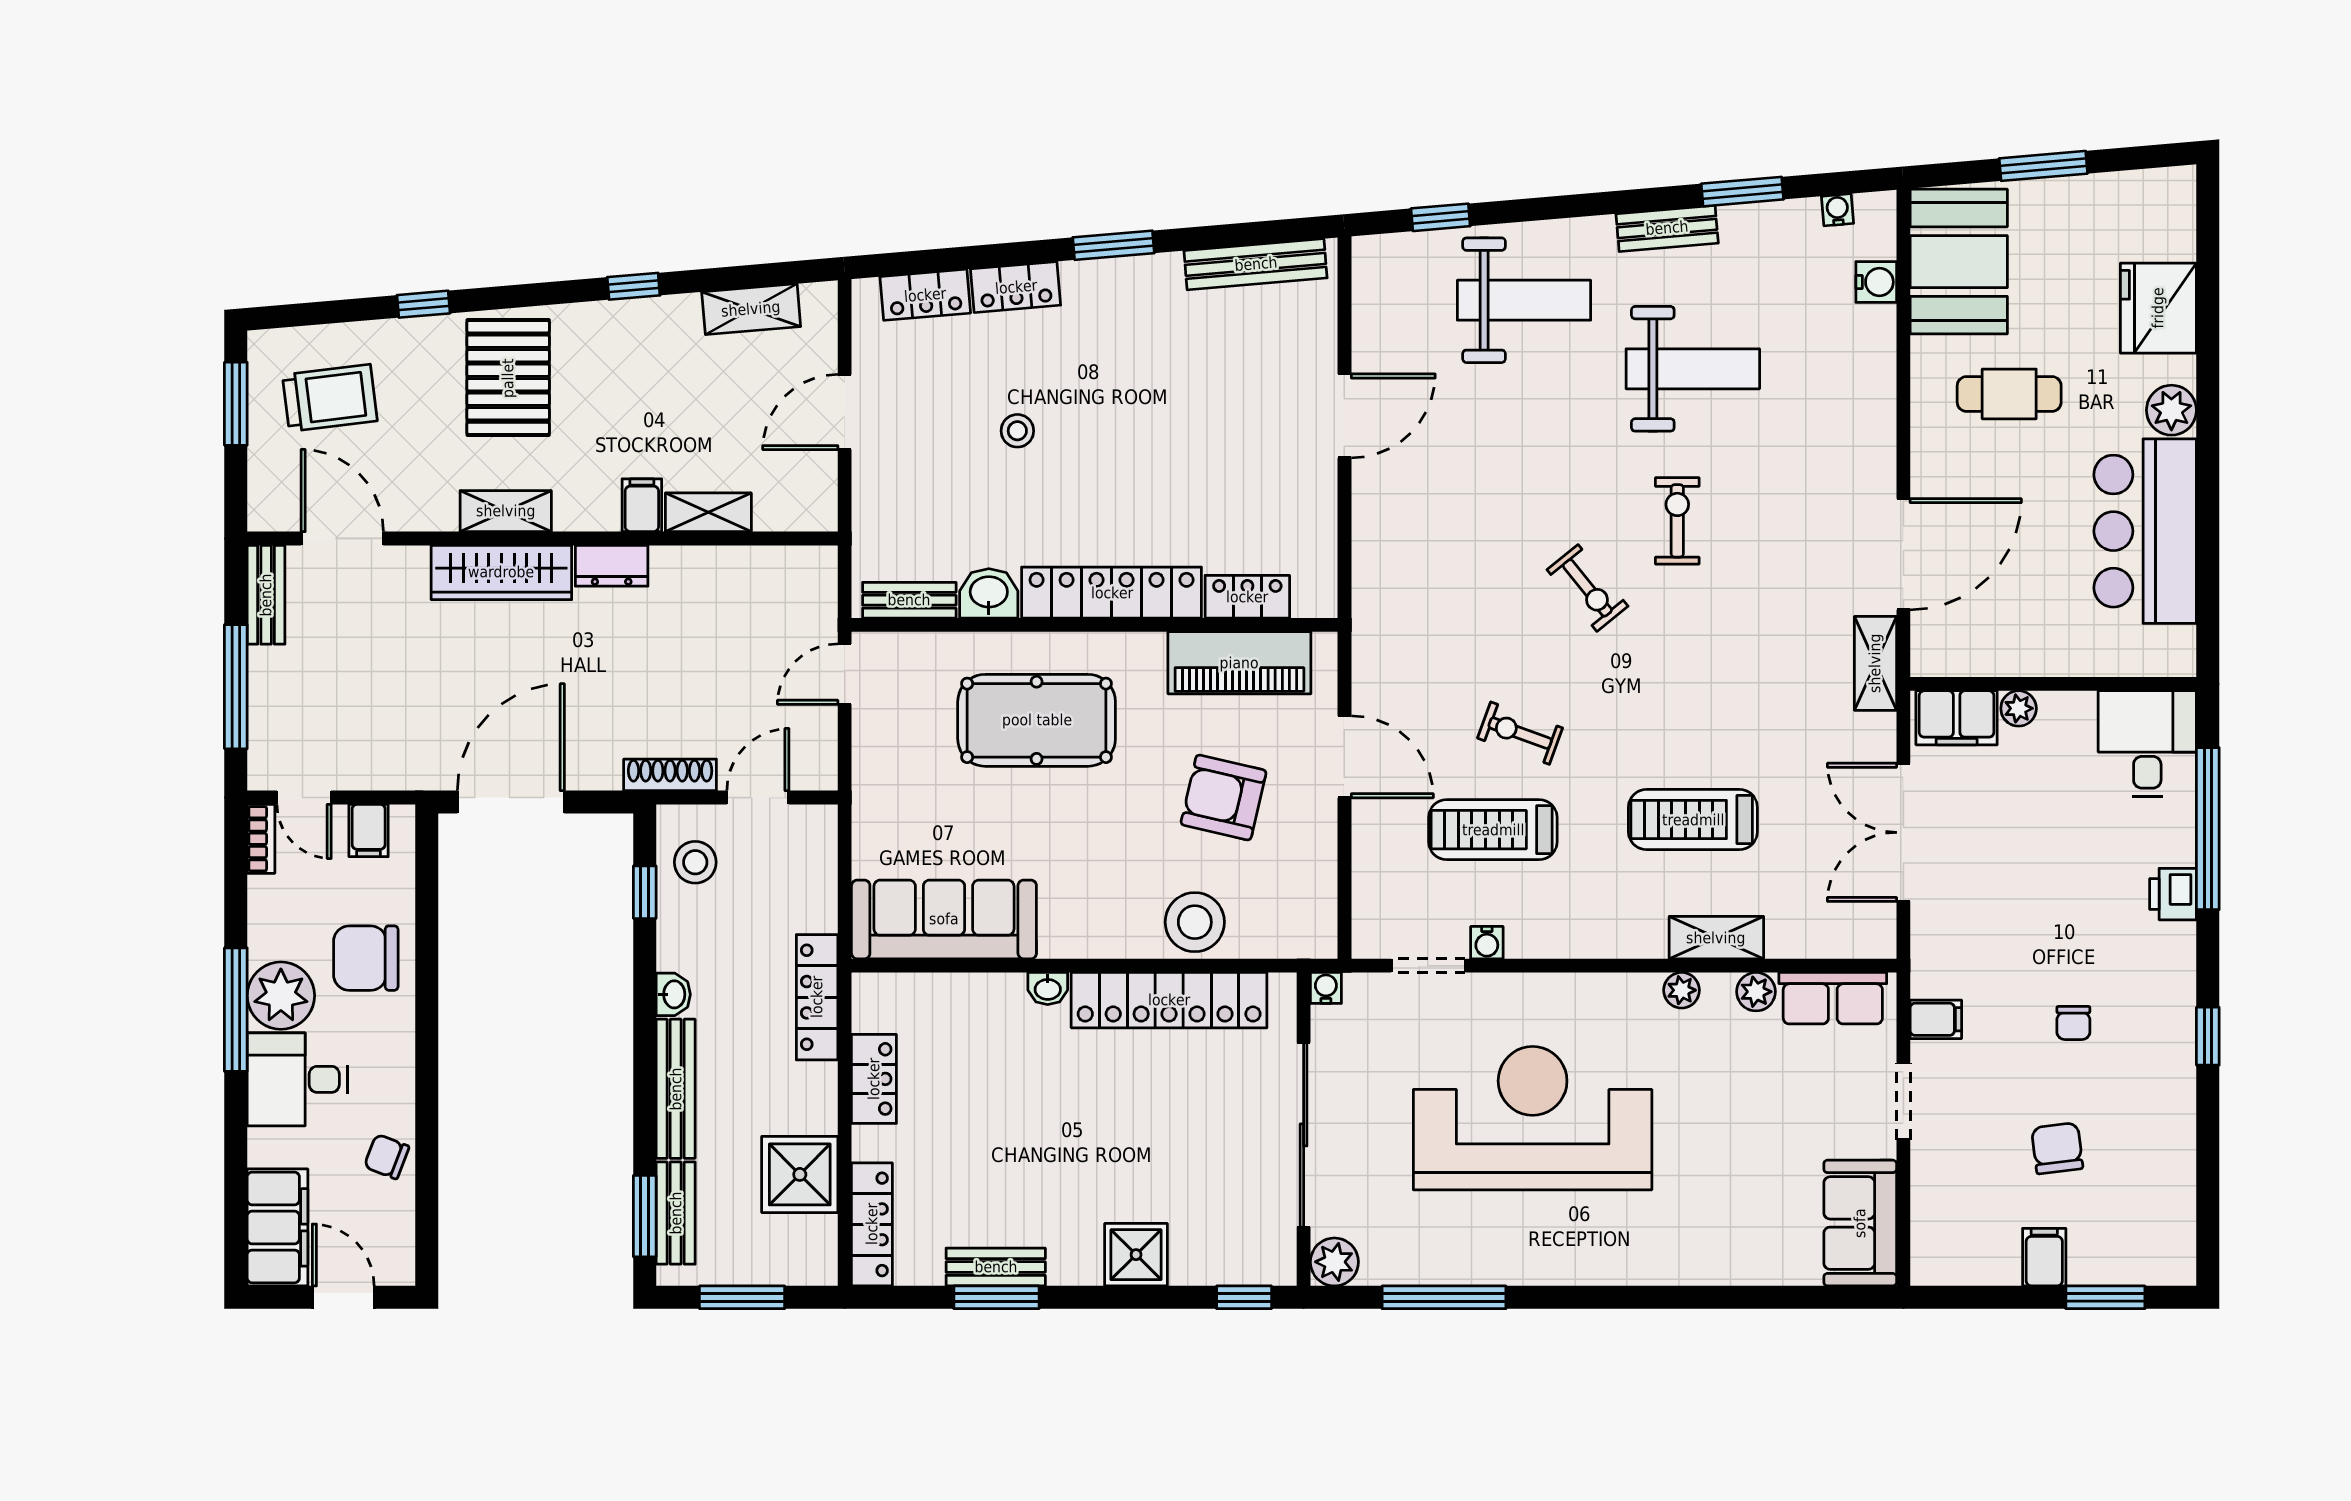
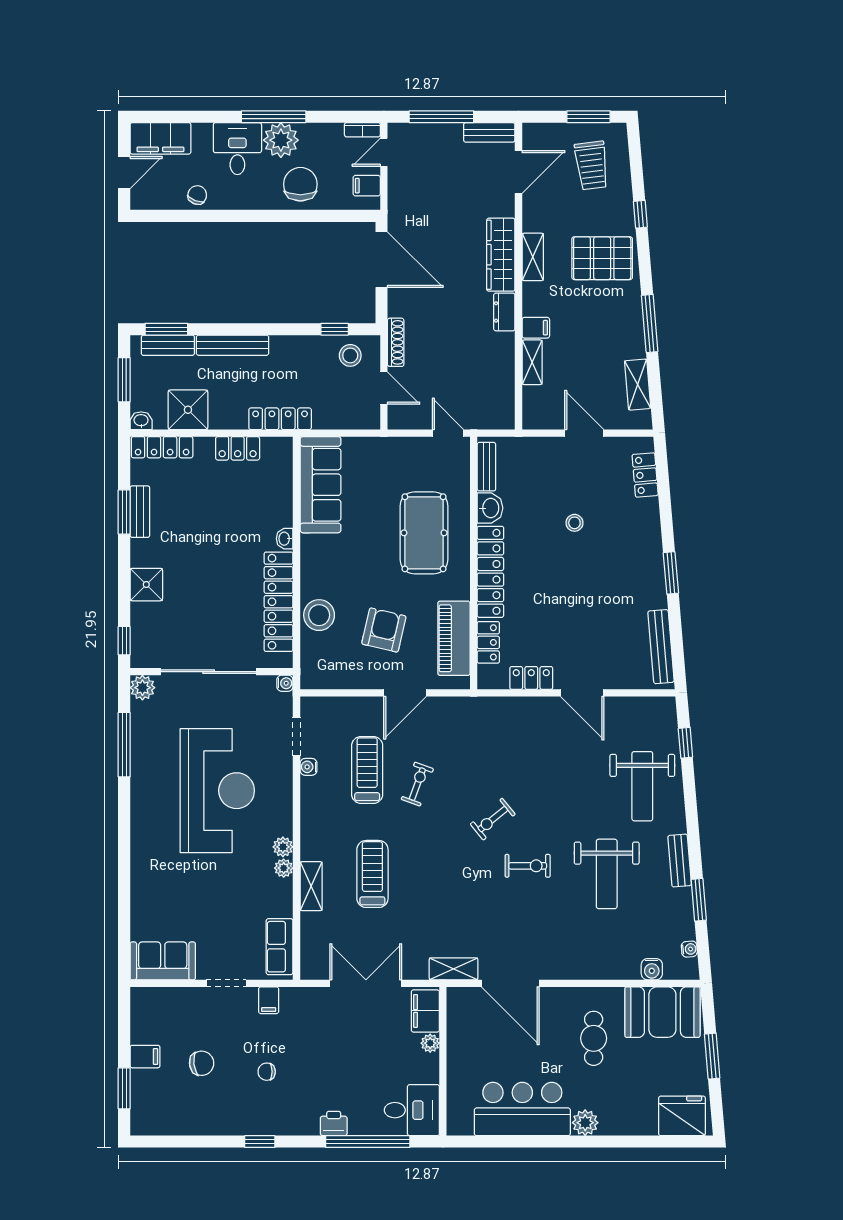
window: (634, 286) -> (650, 323), width x2.17
locker: (1016, 287) -> (531, 678), moved, turned 95
fridge: (2158, 308) -> (682, 1116), moved
plant: (1756, 992) -> (283, 847), moved
washbasin: (673, 994) -> (141, 421), moved, turned 180

